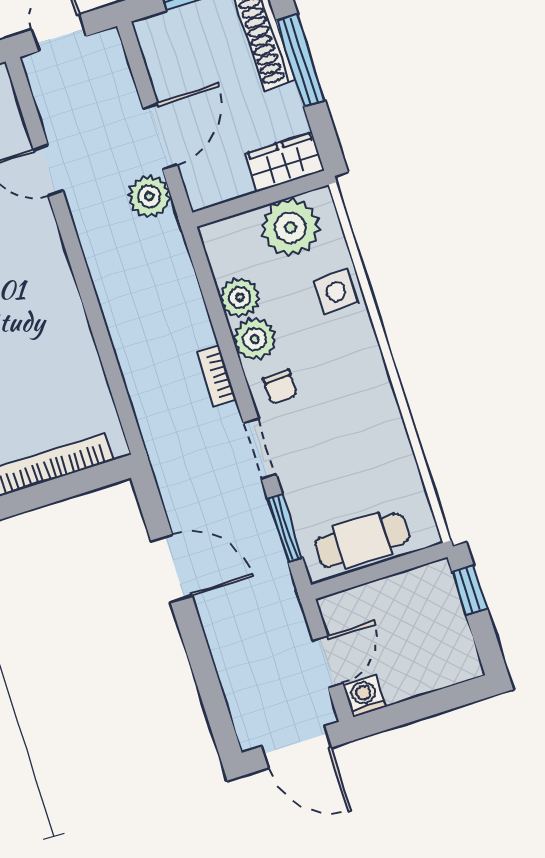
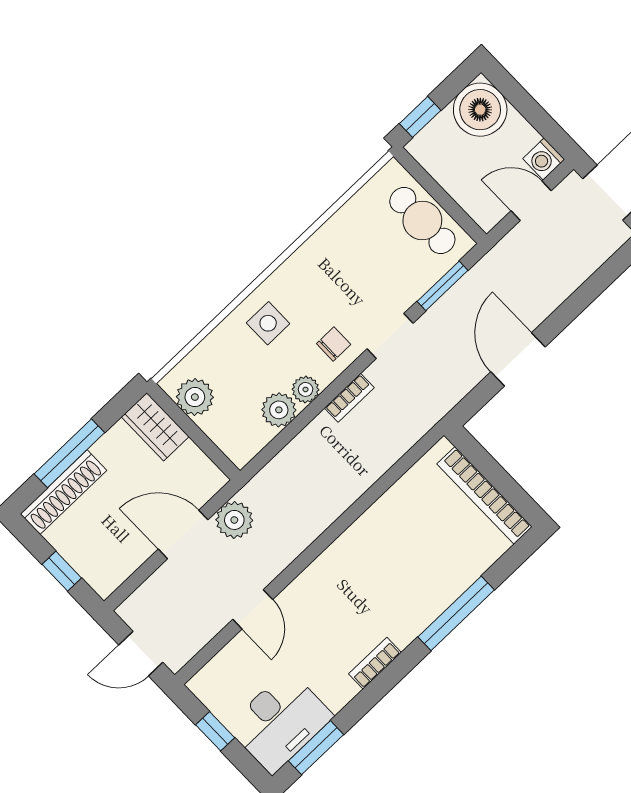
plant: (290, 227) -> (195, 397), width x0.73, depth x0.73
side table: (336, 292) -> (268, 323), moved
plant: (255, 339) -> (306, 389), width x0.73, depth x0.73
boiler: (447, 655) -> (480, 110), added

